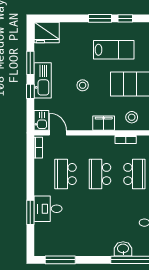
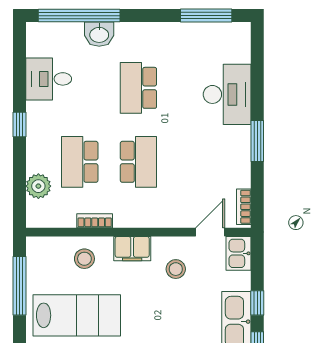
stool: (83, 85) -> (176, 269), moved
door: (58, 133) -> (210, 232), swing flipped
school desk: (66, 174) -> (138, 88), moved, turned 180
desk: (48, 209) -> (227, 94), width x1.37
window: (30, 212) -> (257, 141), moved

